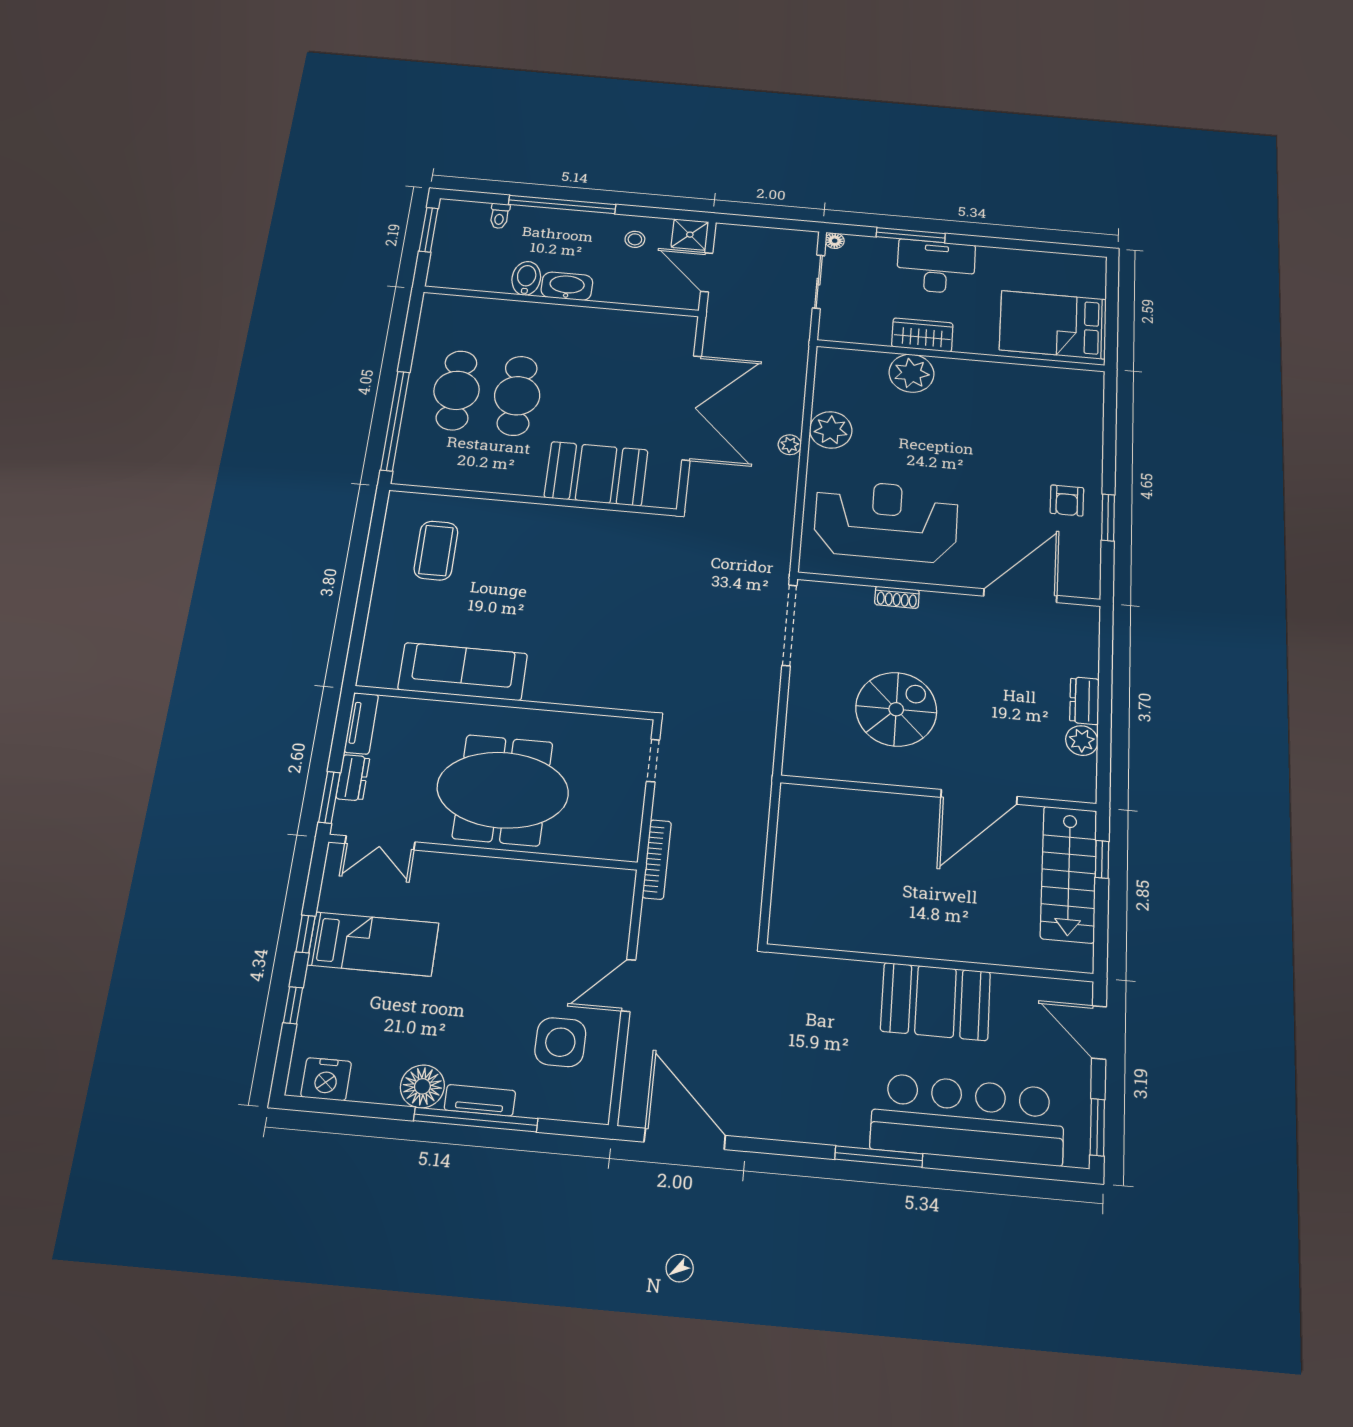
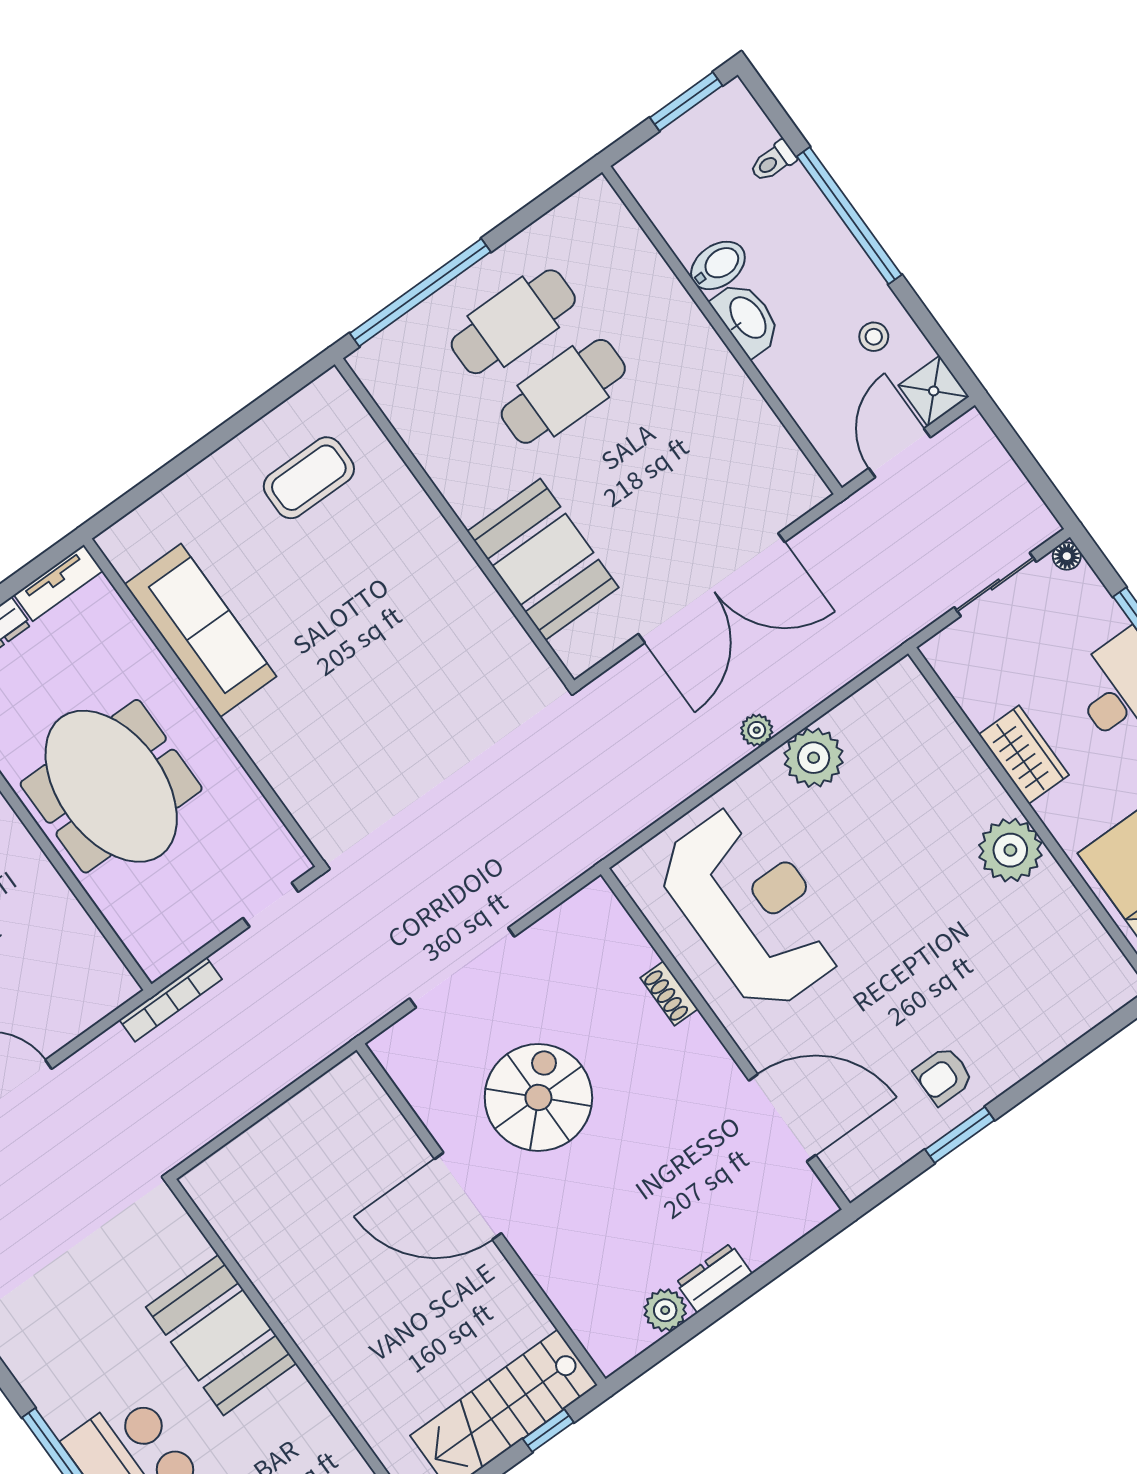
plant: (911, 373) -> (1010, 850), moved
doorway: (790, 625) -> (462, 968), moved
spiral stairs: (896, 709) -> (538, 1097), turned -90
door: (979, 797) -> (468, 1196), moved
booth: (936, 1001) -> (221, 1335), moved

